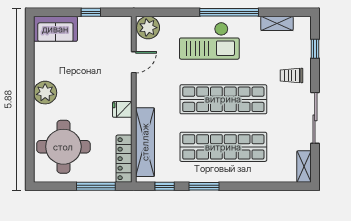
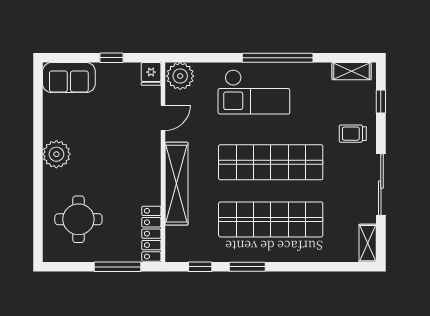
shelving: (277, 23) -> (352, 71), moved
fridge: (122, 109) -> (151, 74), moved, turned -90
shelving: (145, 142) -> (177, 184), moved
round table: (63, 147) -> (78, 219), width x0.73, depth x0.73

